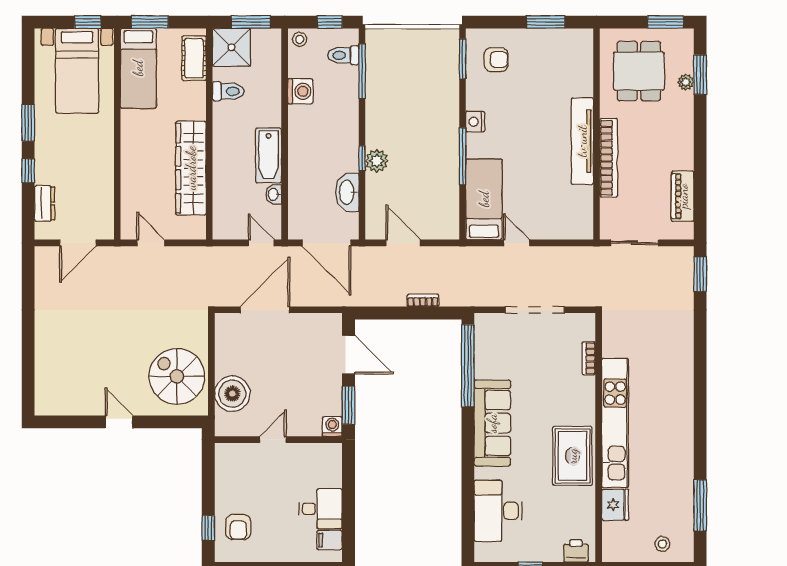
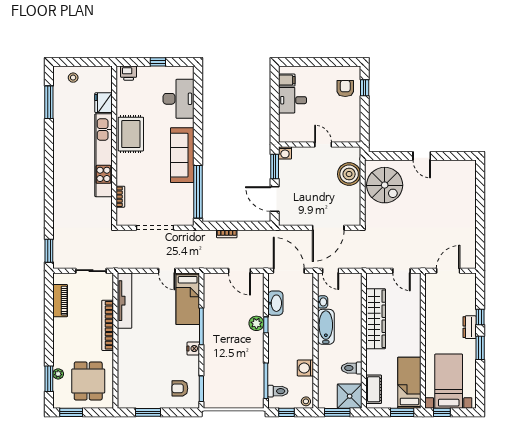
tv unit: (582, 141) -> (125, 301), moved
dresser: (45, 203) -> (470, 327), moved
door: (273, 440) -> (323, 144), swing flipped

